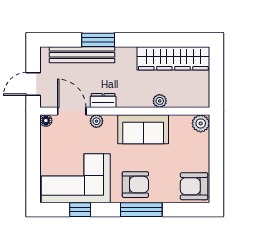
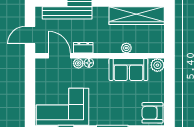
floor lamp: (46, 121) -> (89, 63), moved
sofa: (143, 129) -> (128, 69), moved
armchair: (135, 185) -> (108, 112), removed

